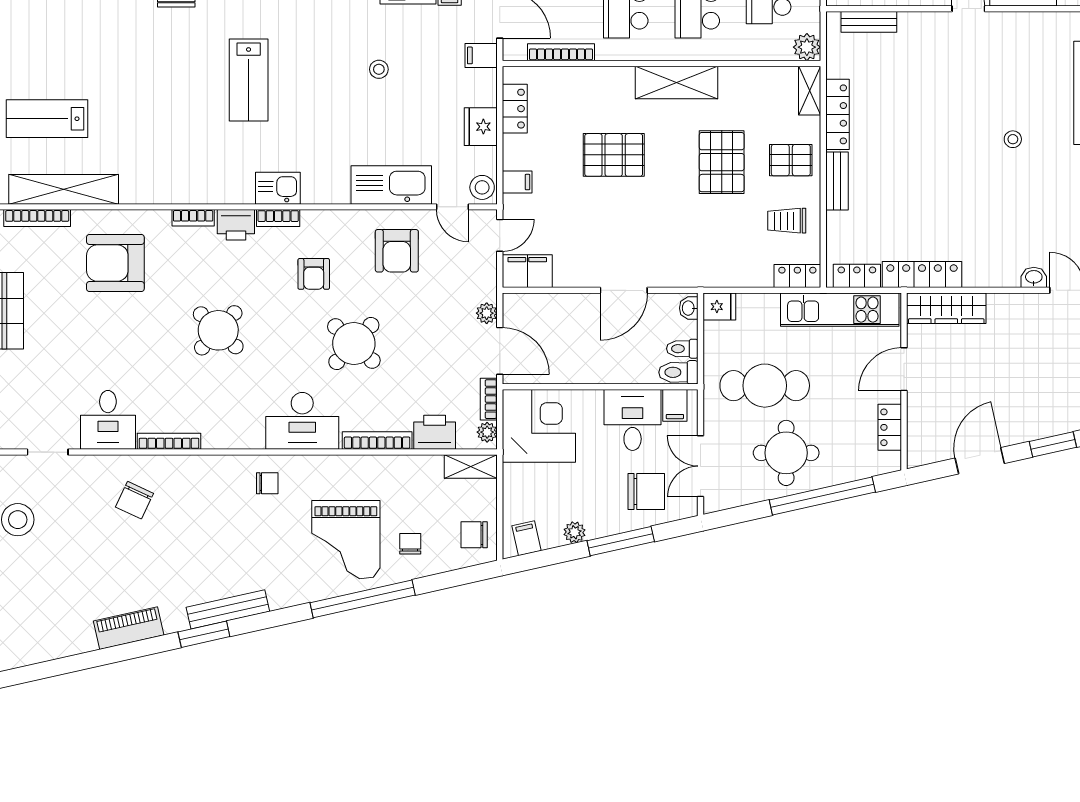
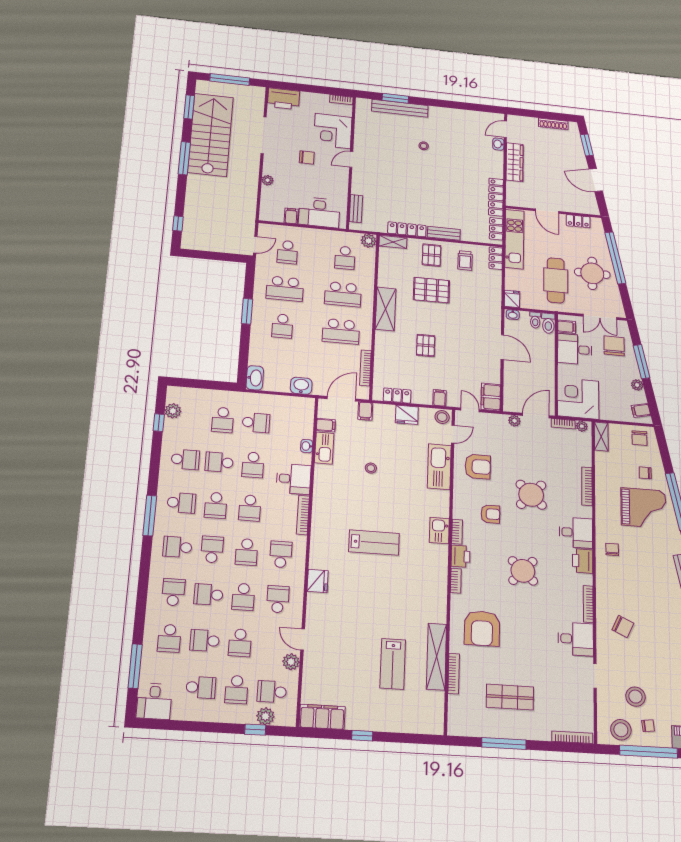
pallet: (614, 155) -> (426, 345), width x0.67, depth x0.71
wardrobe: (946, 308) -> (515, 162), moved
desk: (302, 421) -> (576, 533), width x0.73
printer: (435, 432) -> (583, 561), moved

